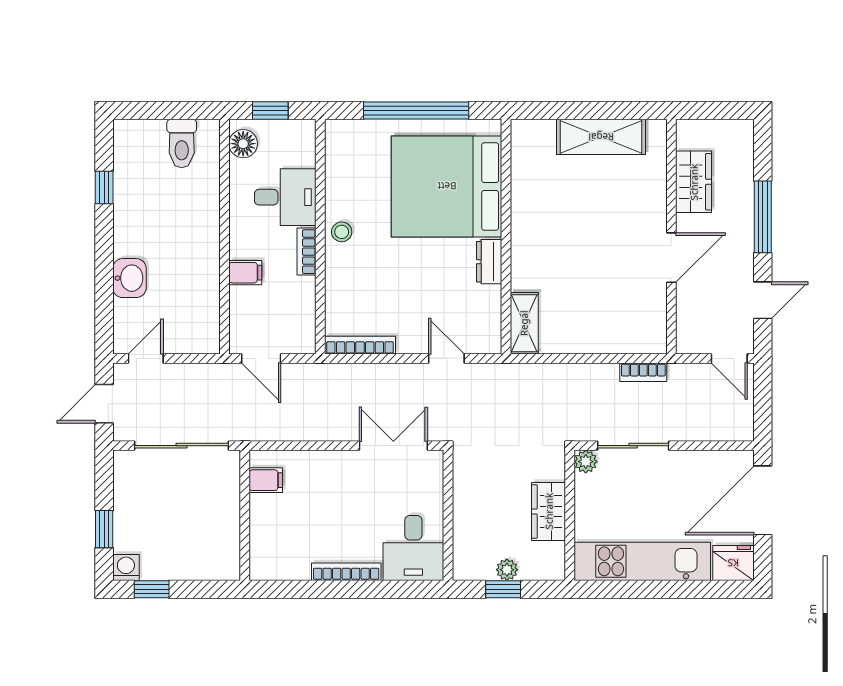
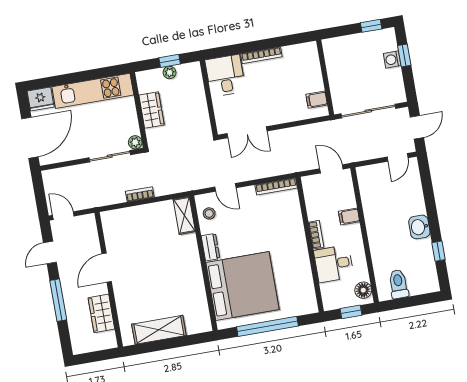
stool: (342, 232) -> (209, 213), moved
washbasin: (129, 278) -> (419, 227), moved
bookcase: (643, 372) -> (140, 194), moved
washing machine: (126, 567) -> (392, 59), moved, turned 90

